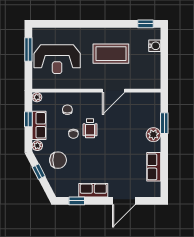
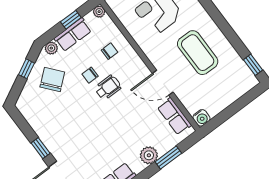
water cooler: (155, 46) -> (201, 118), moved
wheelchair: (90, 128) -> (108, 88), turned 180
chair: (58, 160) -> (52, 79), turned -130
row of seats: (93, 190) -> (174, 116), moved, turned 180
window: (77, 201) -> (41, 148), moved

